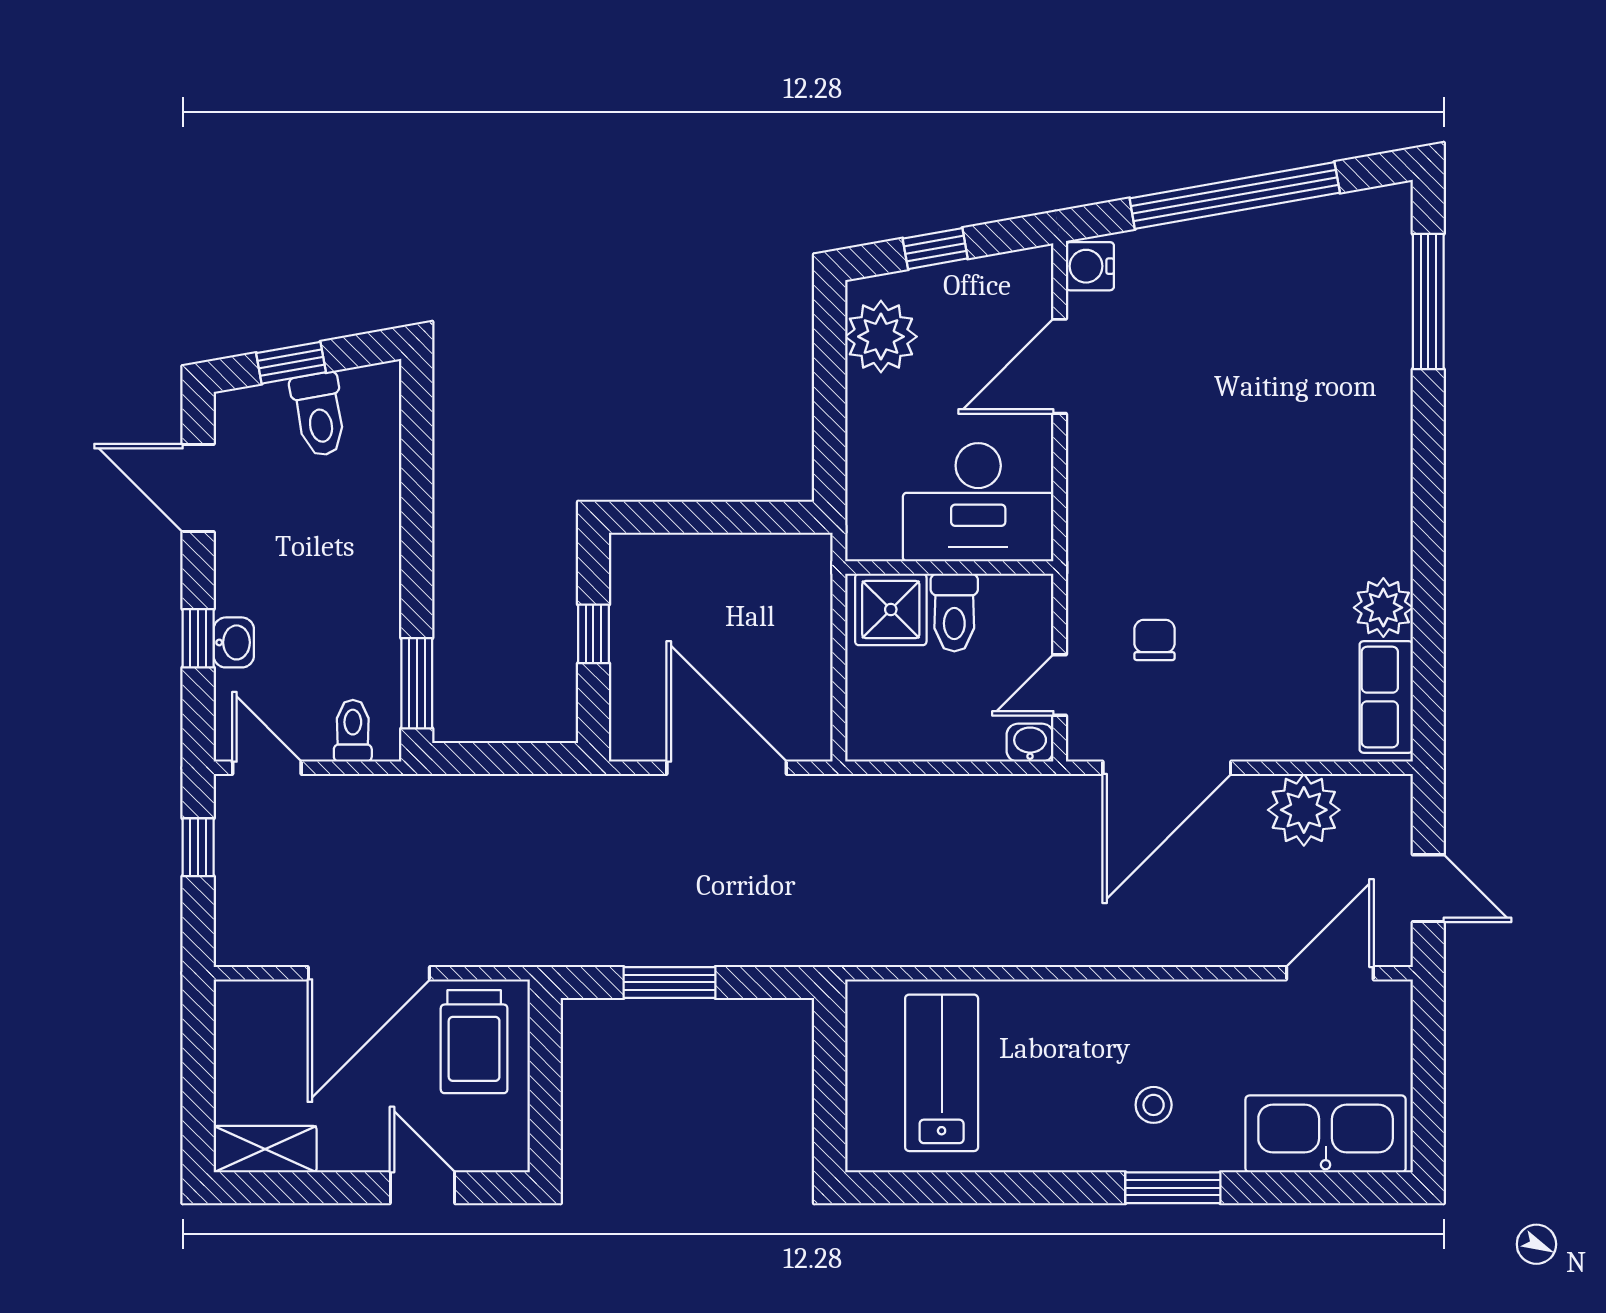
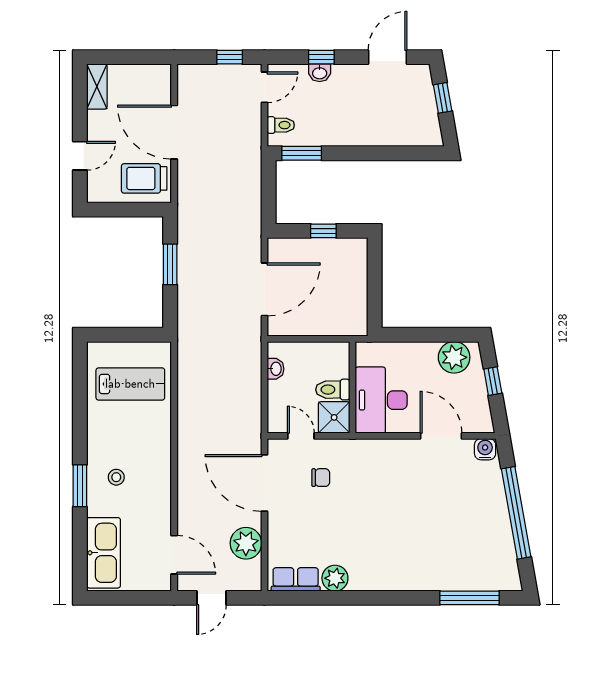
toilet: (319, 414) -> (420, 110), removed
shower: (891, 609) -> (334, 417), moved
washbasin: (1030, 743) -> (276, 369), moved

